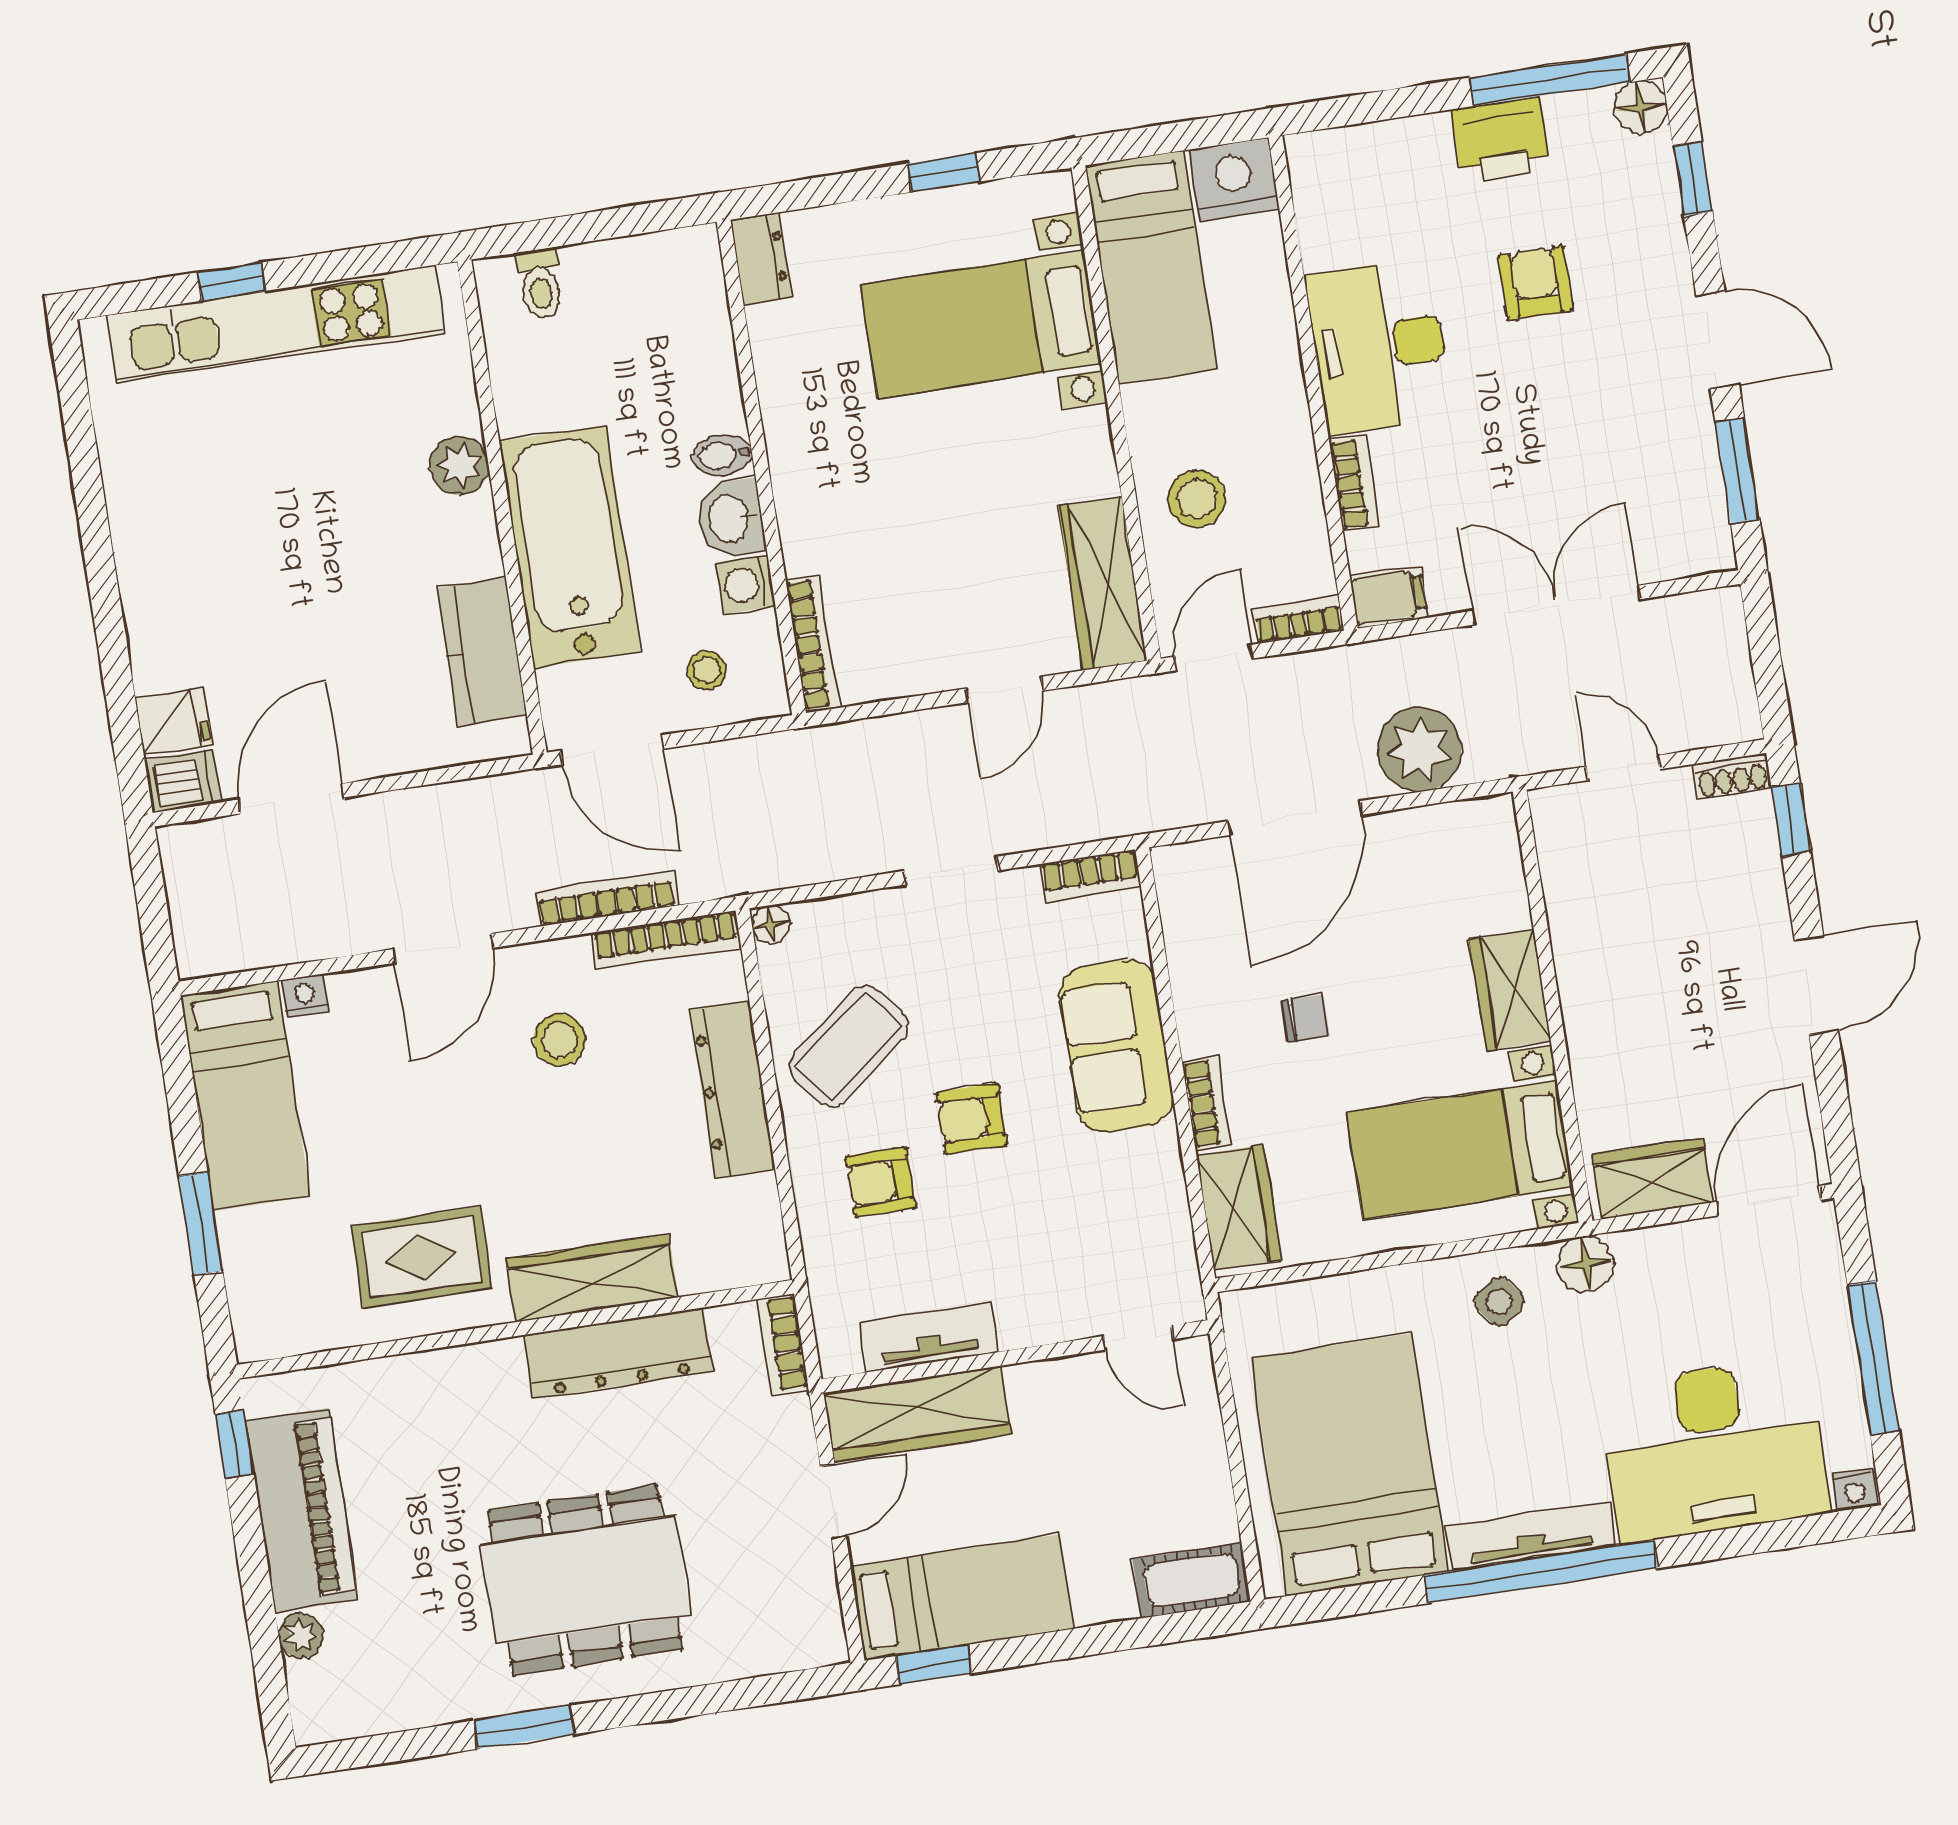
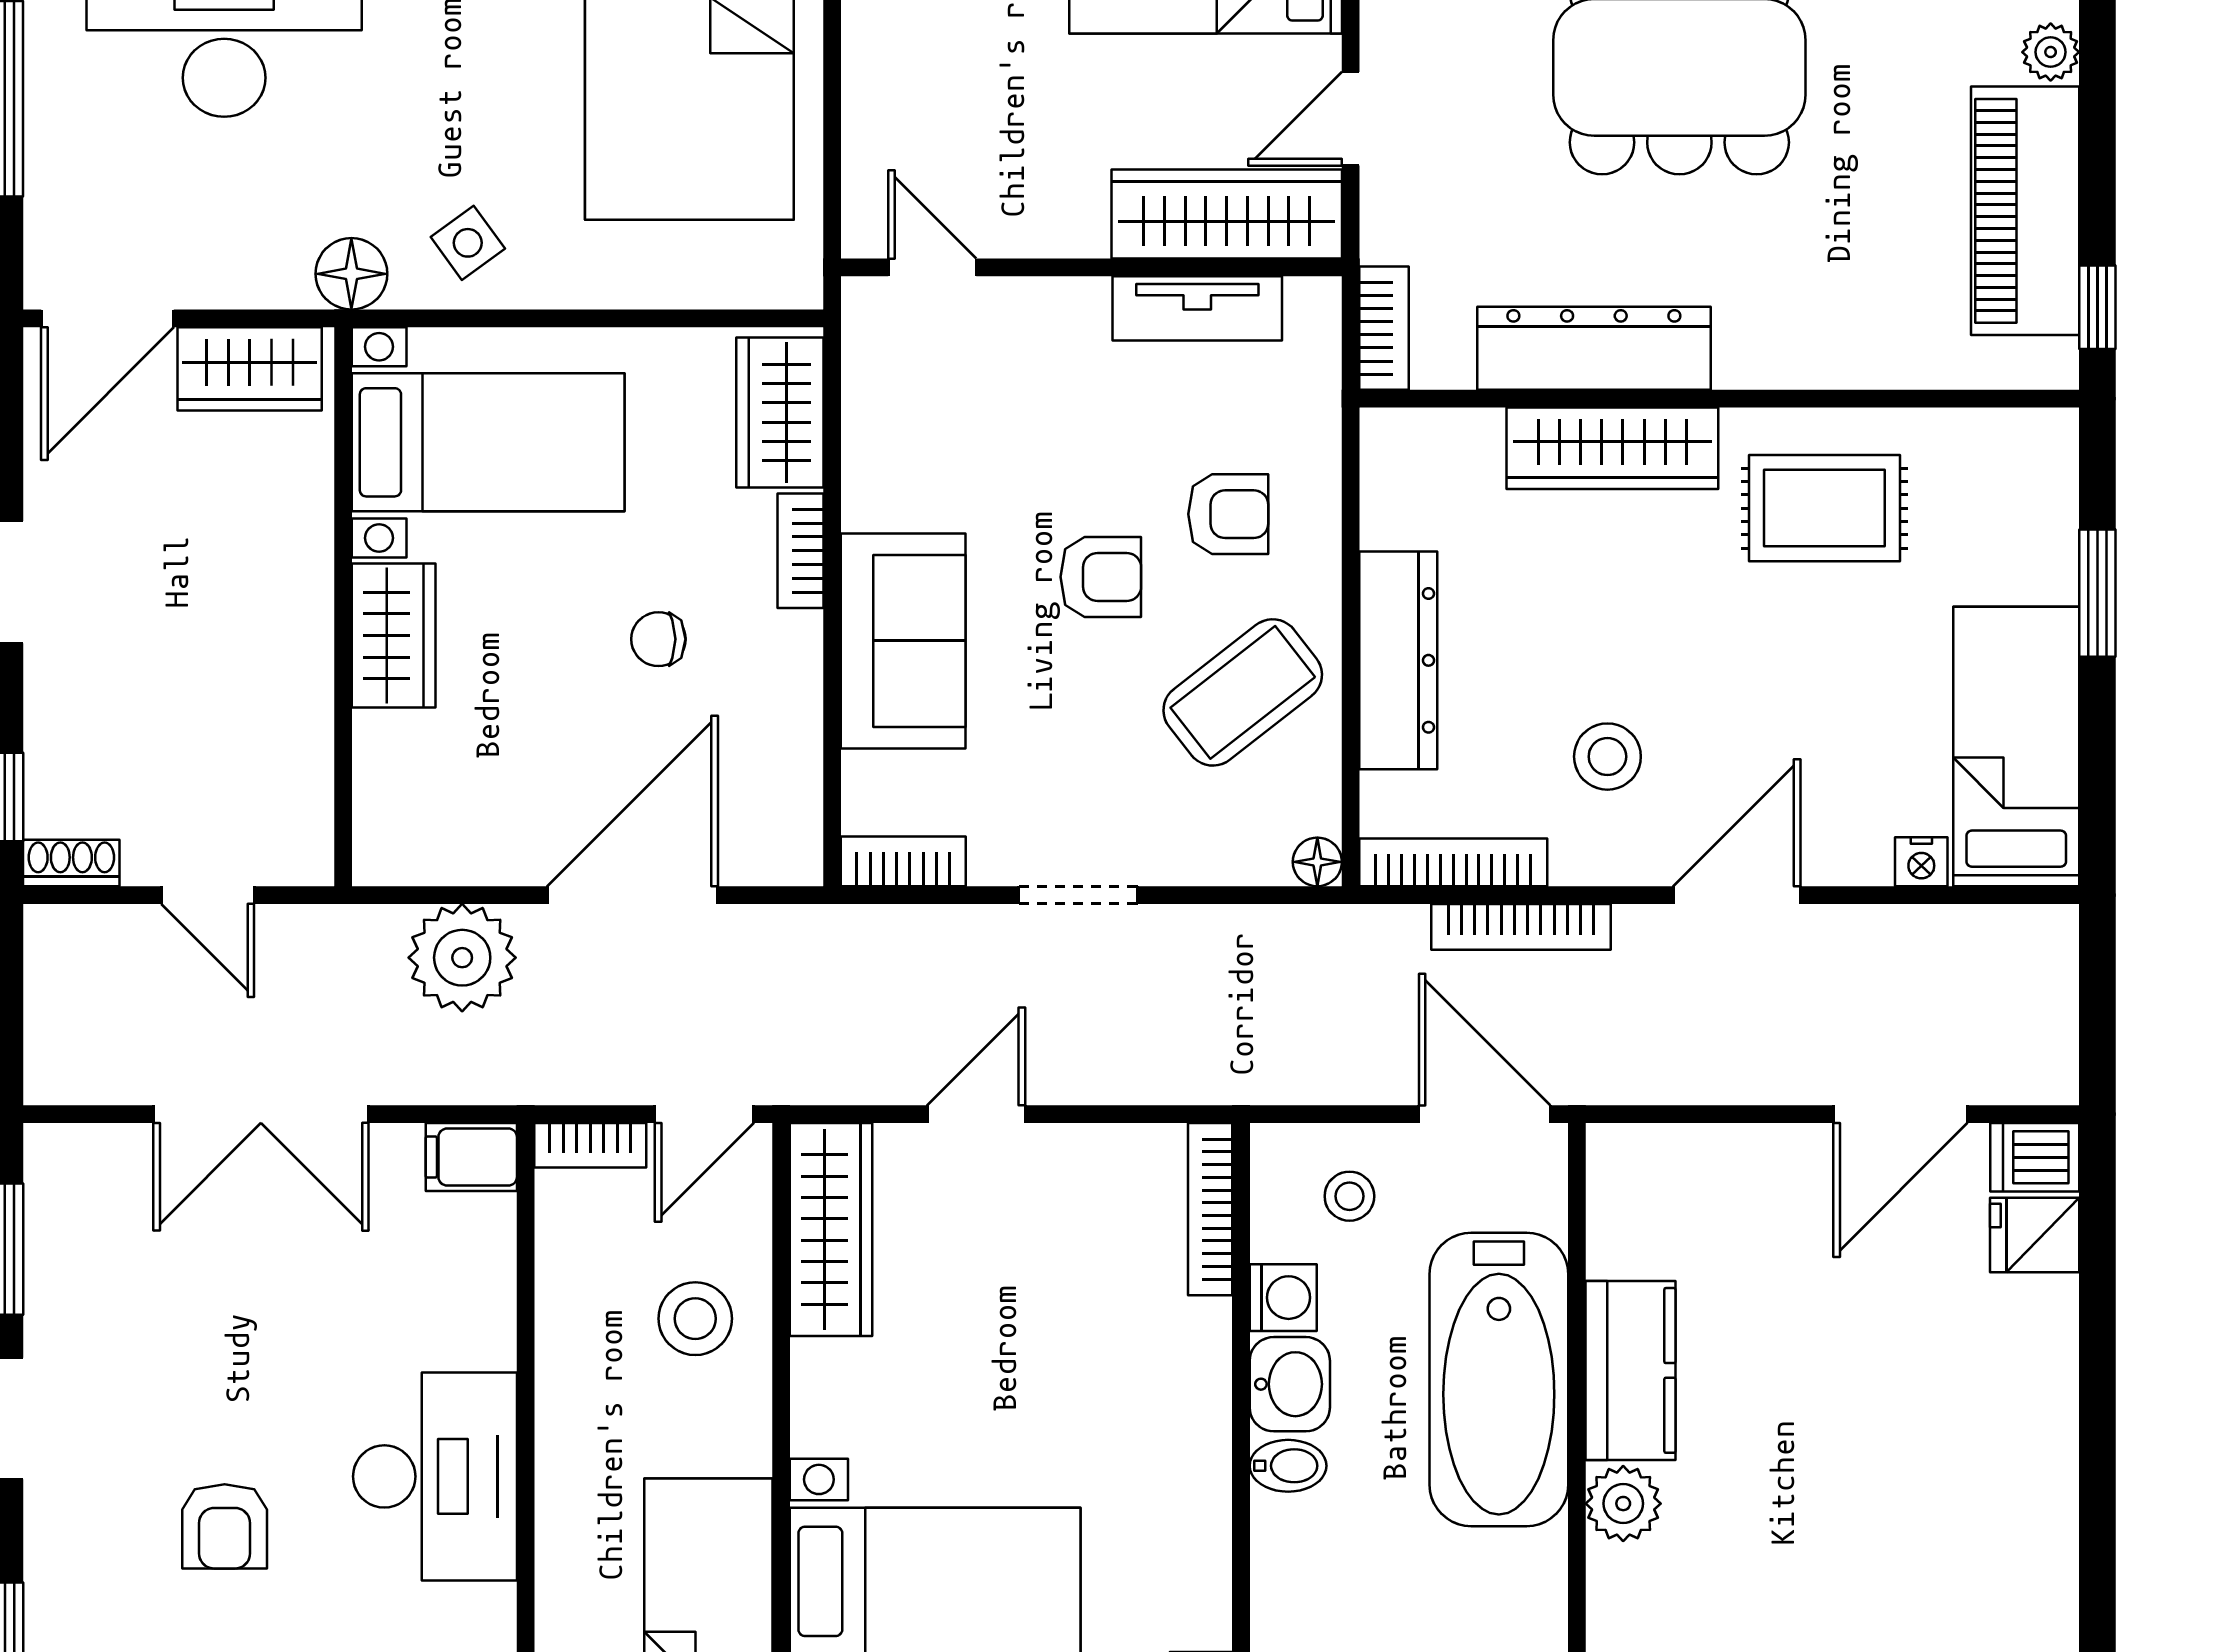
bookcase: (1354, 483) -> (493, 1308), removed
kitchen counter: (482, 652) -> (1630, 1370), moved

